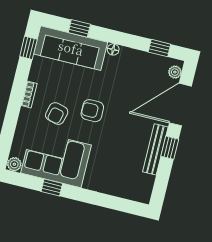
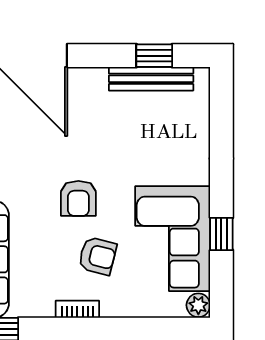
window: (170, 148) -> (154, 56), moved
bench: (155, 149) -> (151, 79), moved

